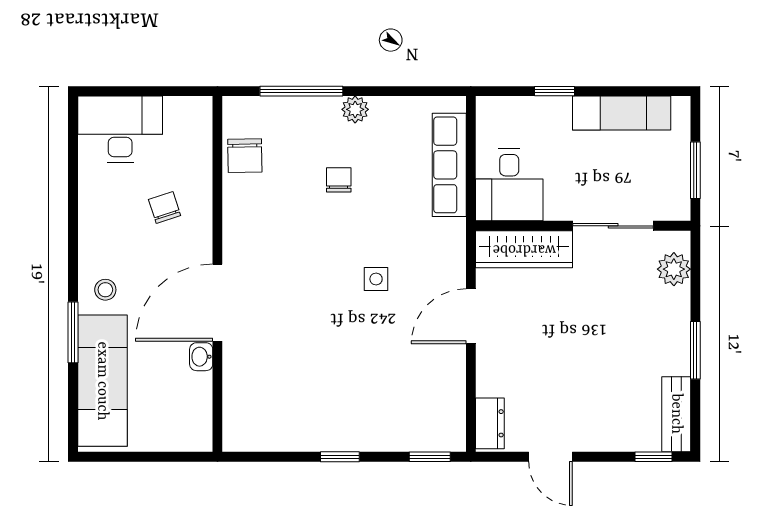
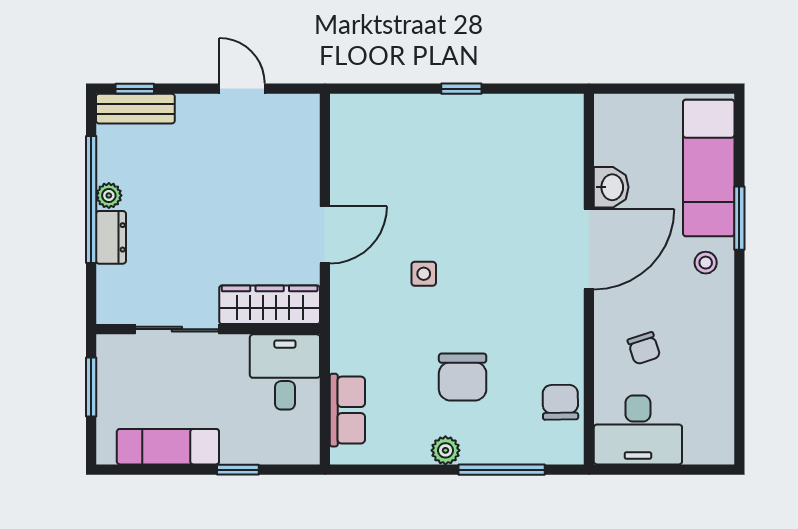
desk: (120, 129) -> (638, 430), moved
row of seats: (449, 165) -> (347, 410), width x0.68
chair: (339, 180) -> (463, 377), width x1.87, depth x1.87
plant: (674, 269) -> (109, 195), moved, width x0.73, depth x0.73
window: (695, 350) -> (91, 200), width x2.11
washbasin: (201, 357) -> (611, 187), width x1.38, depth x1.45
bench: (676, 414) -> (135, 109), moved, turned 90
dresser: (490, 423) -> (111, 237), moved, turned 180
window: (430, 457) -> (368, 89), removed

